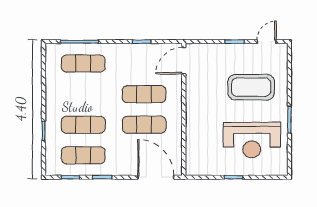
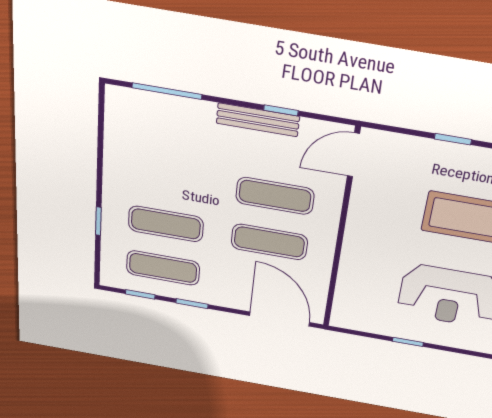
bench: (130, 49) -> (258, 120), added
exercise mat: (83, 64) -> (172, 129), removed

